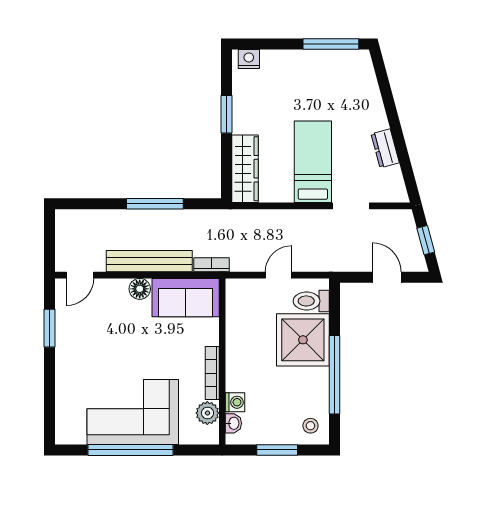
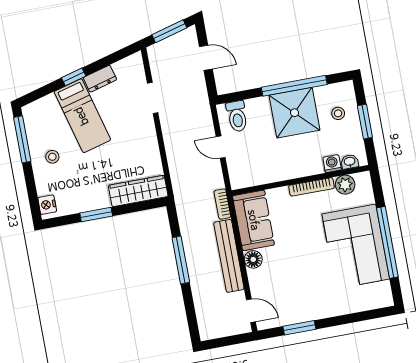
stool: (304, 75) -> (52, 157), added
window: (393, 118) -> (74, 77), added
bed: (313, 162) -> (82, 116), moved, turned -105
window: (426, 240) -> (169, 31), width x1.50
door: (387, 277) -> (206, 58), swing flipped
shower: (303, 340) -> (295, 113), moved
stool: (310, 426) -> (338, 113), moved

